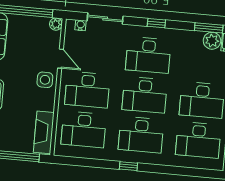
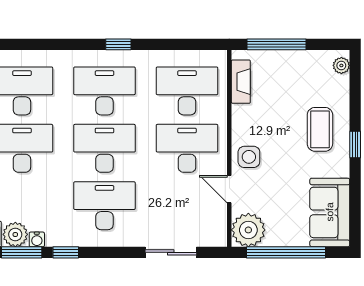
window: (156, 23) -> (66, 252), moved
plant: (56, 24) -> (248, 230), width x1.88, depth x1.88
water cooler: (81, 25) -> (37, 239), moved
fireplace: (44, 132) -> (241, 82), width x0.73, depth x0.76

